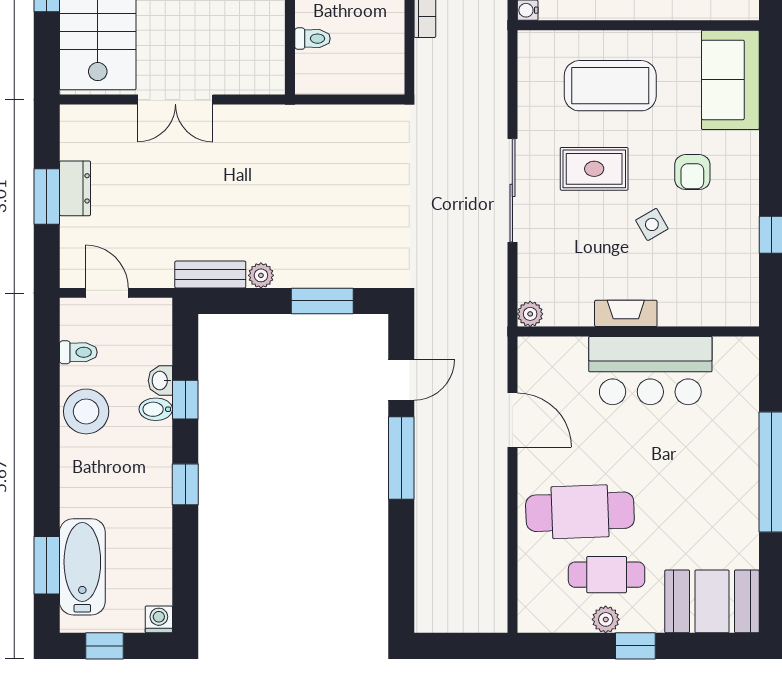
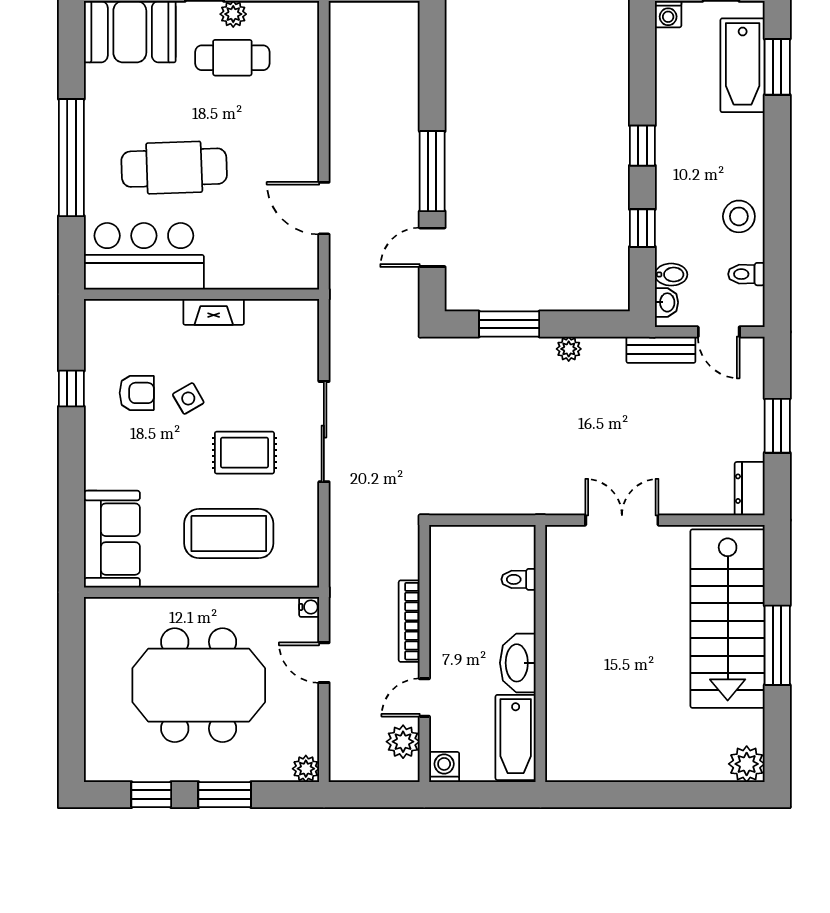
double door: (175, 99) -> (622, 520), moved
armchair: (692, 172) -> (137, 393), moved, turned 90
dresser: (75, 188) -> (750, 489), moved
bench: (210, 275) -> (661, 350), moved
plant: (530, 314) -> (307, 311), removed
bar counter: (650, 371) -> (144, 256), moved
washbasin: (160, 381) -> (667, 302), moved
bidet: (156, 409) -> (671, 275), moved
stool: (86, 411) -> (739, 216), width x0.73, depth x0.73
cafe table: (580, 512) -> (174, 168), moved

